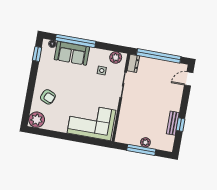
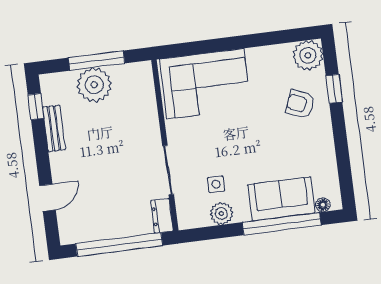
window: (37, 54) -> (334, 89), moved
plant: (116, 57) -> (221, 213), moved
door: (189, 79) -> (48, 198), moved
window: (180, 125) -> (36, 107), moved
plant: (145, 142) -> (94, 85), width x1.87, depth x1.87

